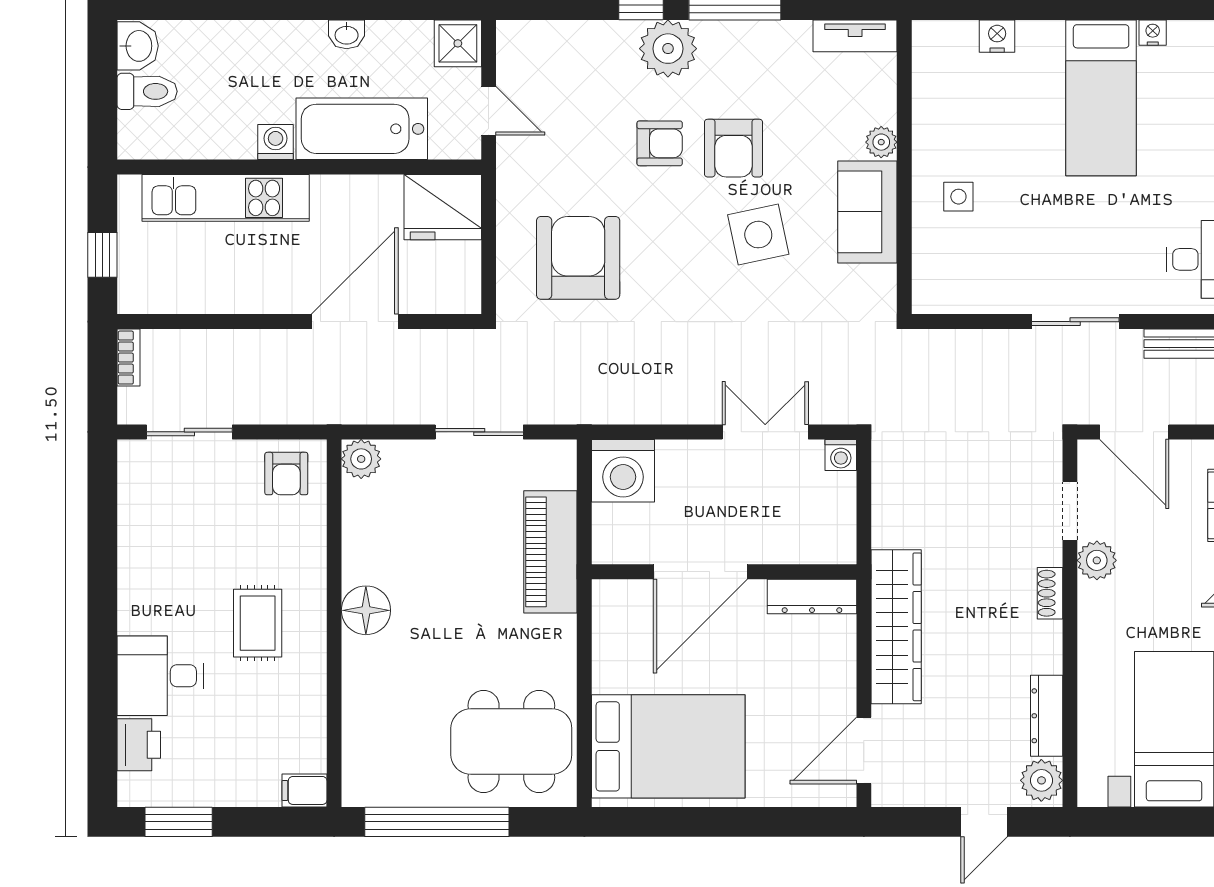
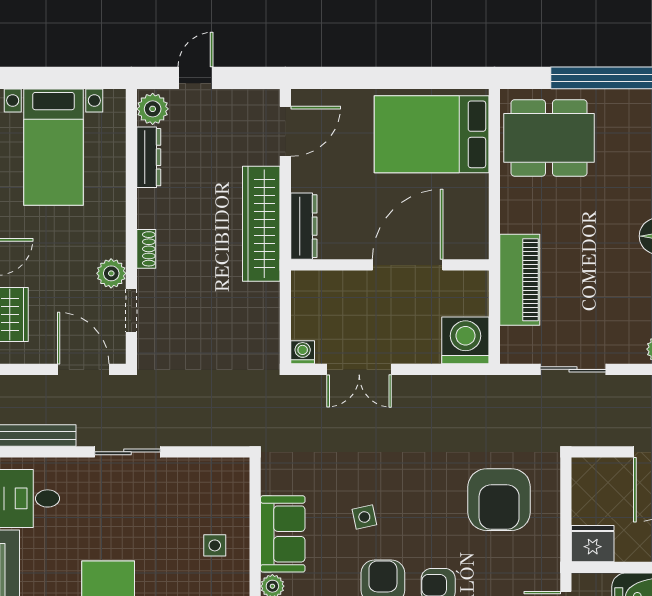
fridge: (443, 207) -> (593, 544), width x0.73, depth x0.75
side table: (758, 235) -> (364, 517), width x0.54, depth x0.54
dresser: (812, 597) -> (304, 226), moved, turned 90

